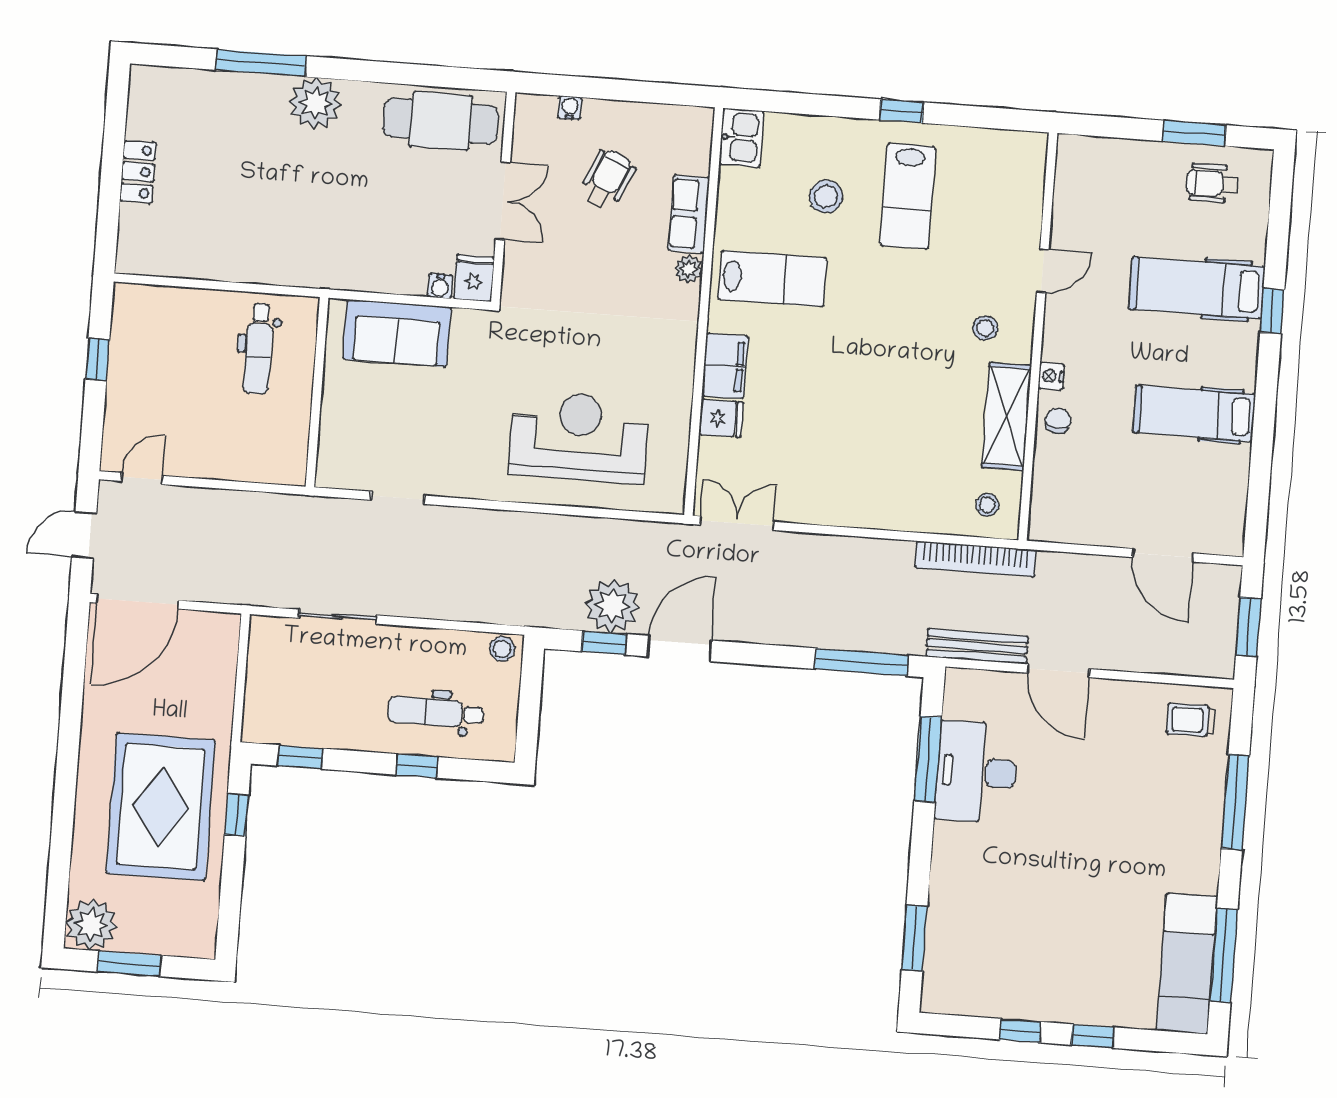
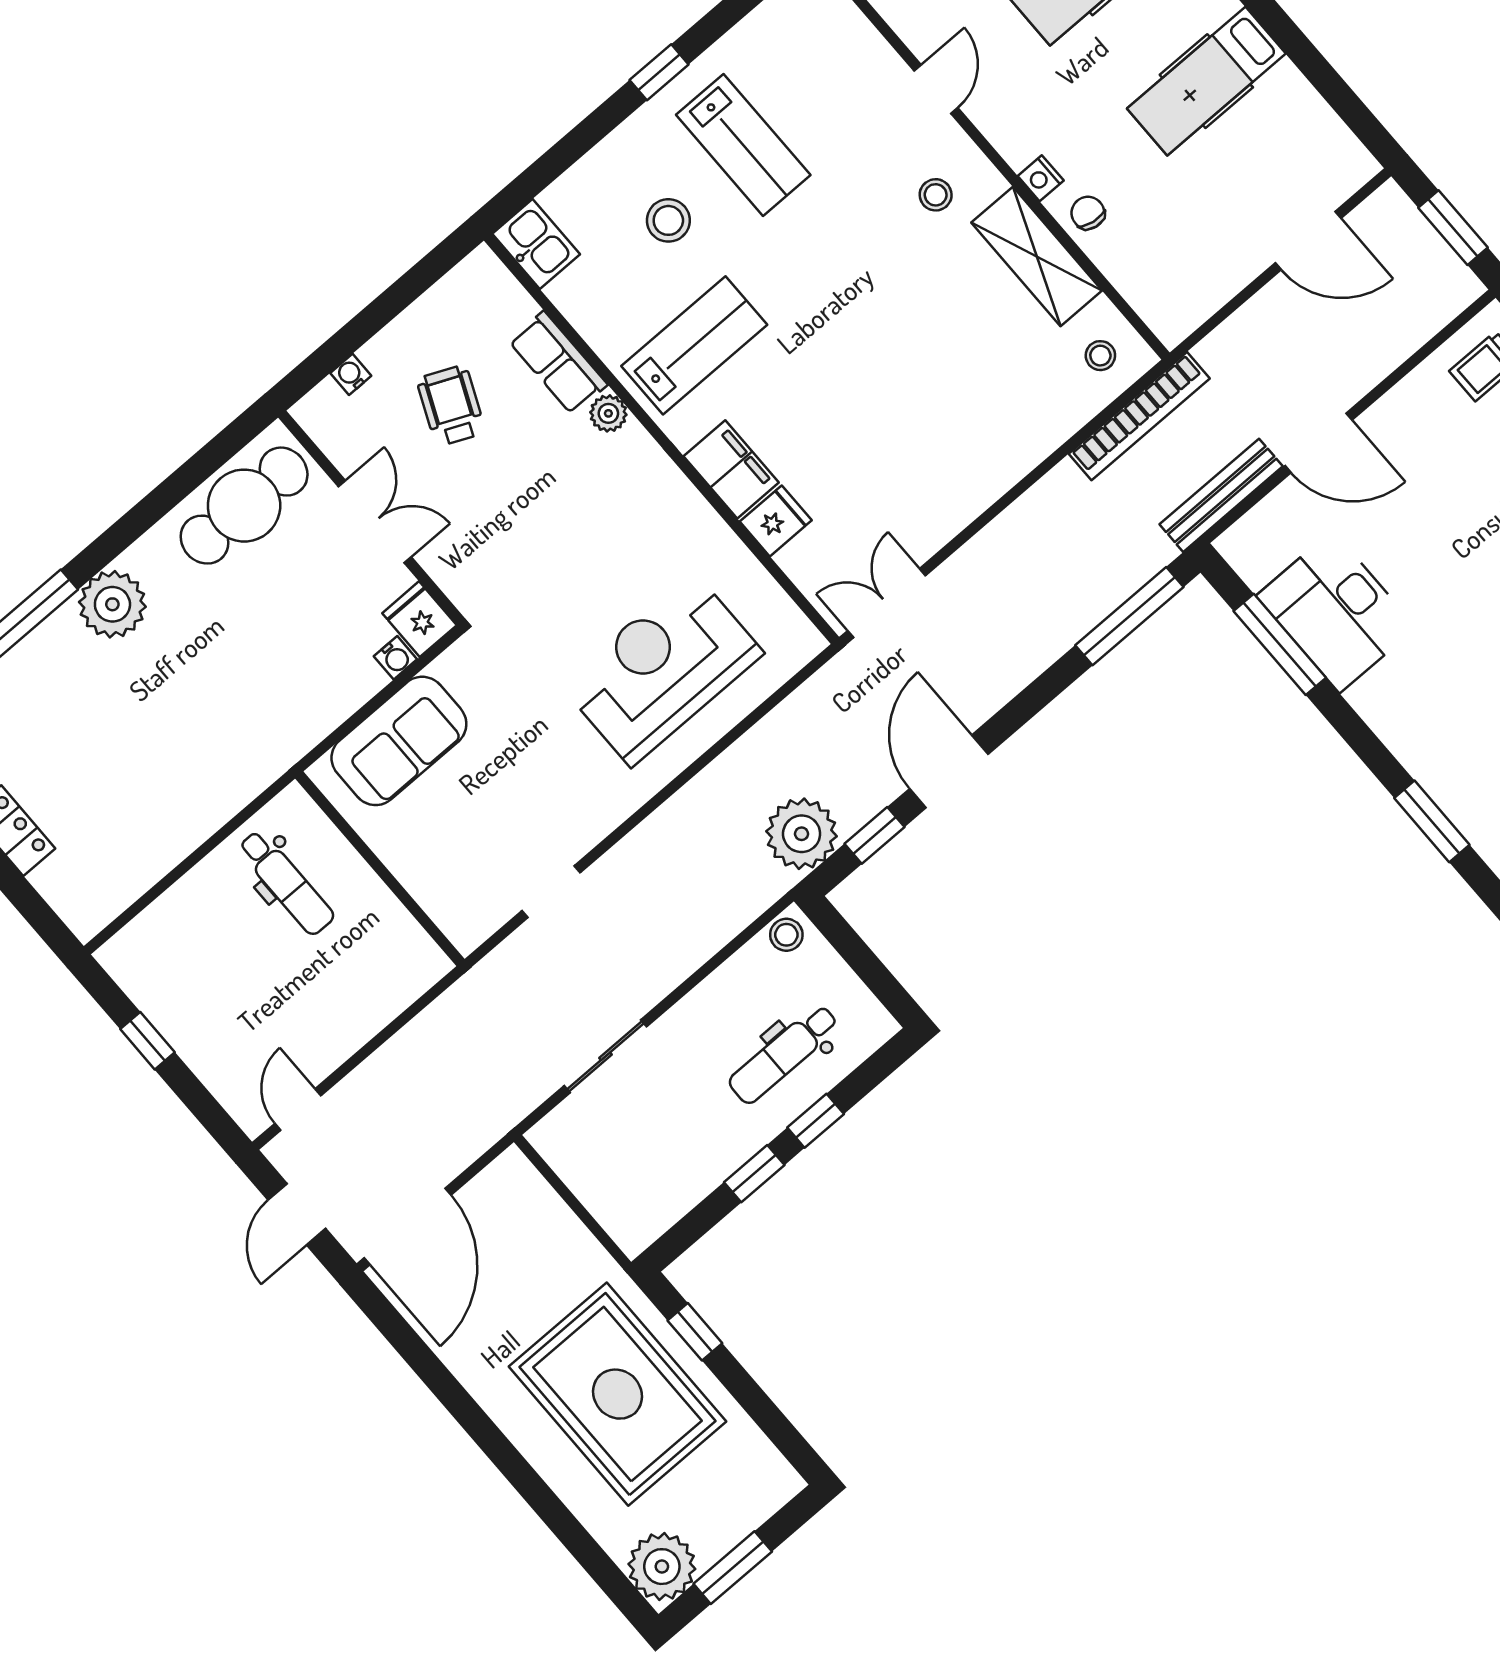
plant: (612, 606) -> (802, 834), moved
window: (301, 757) -> (754, 1174), moved

